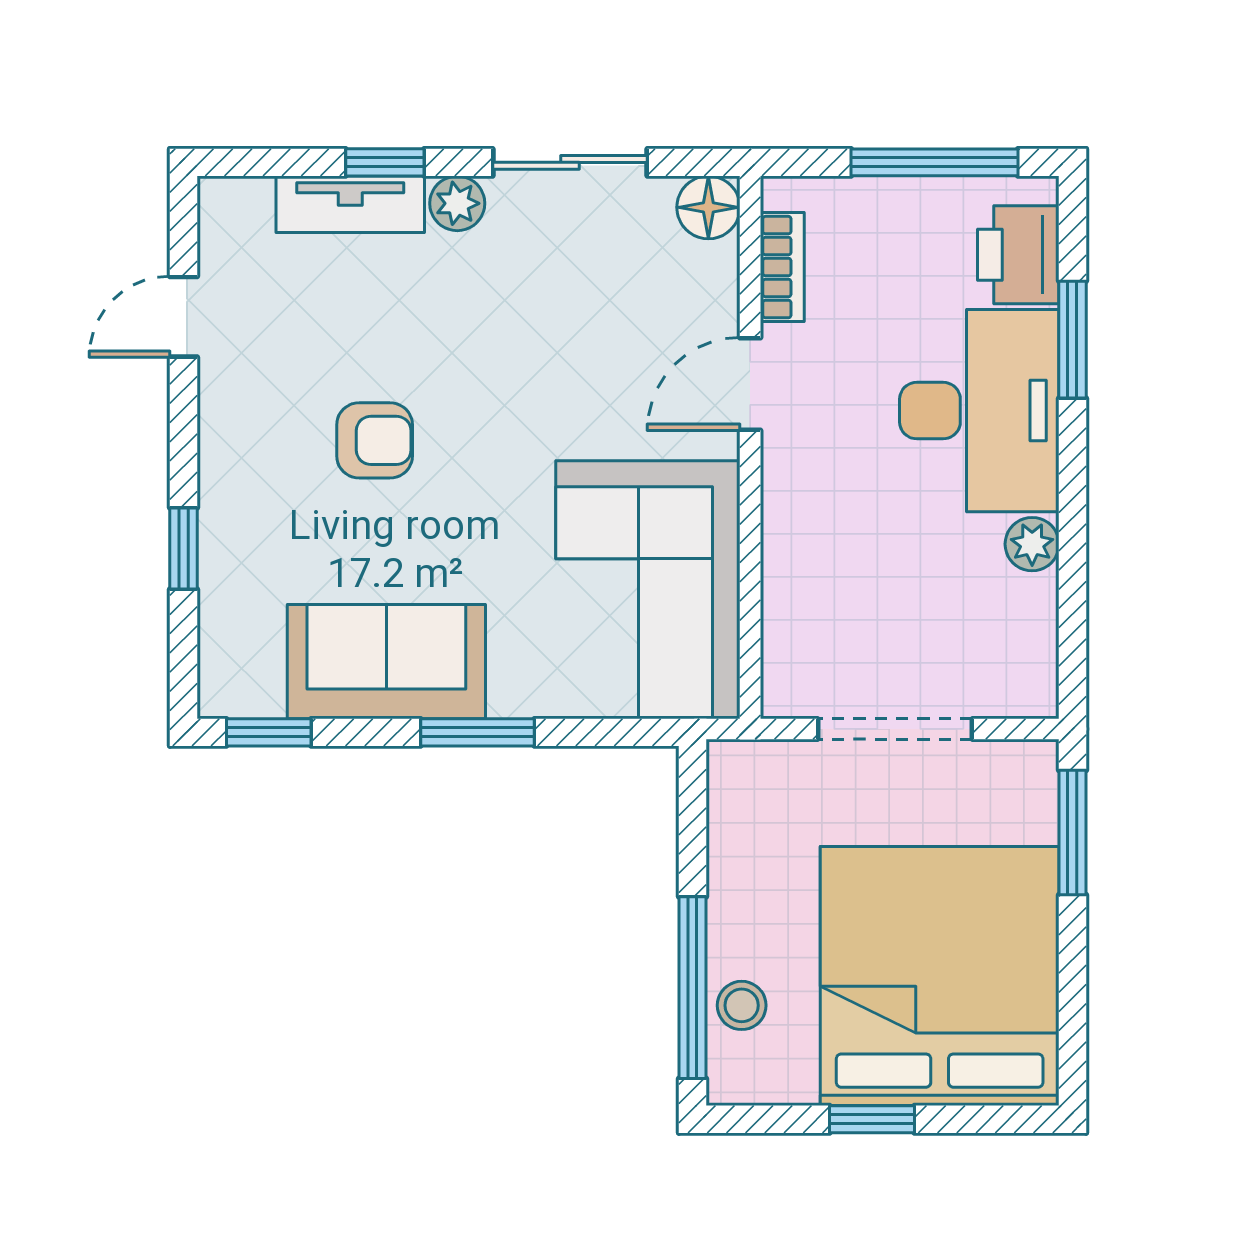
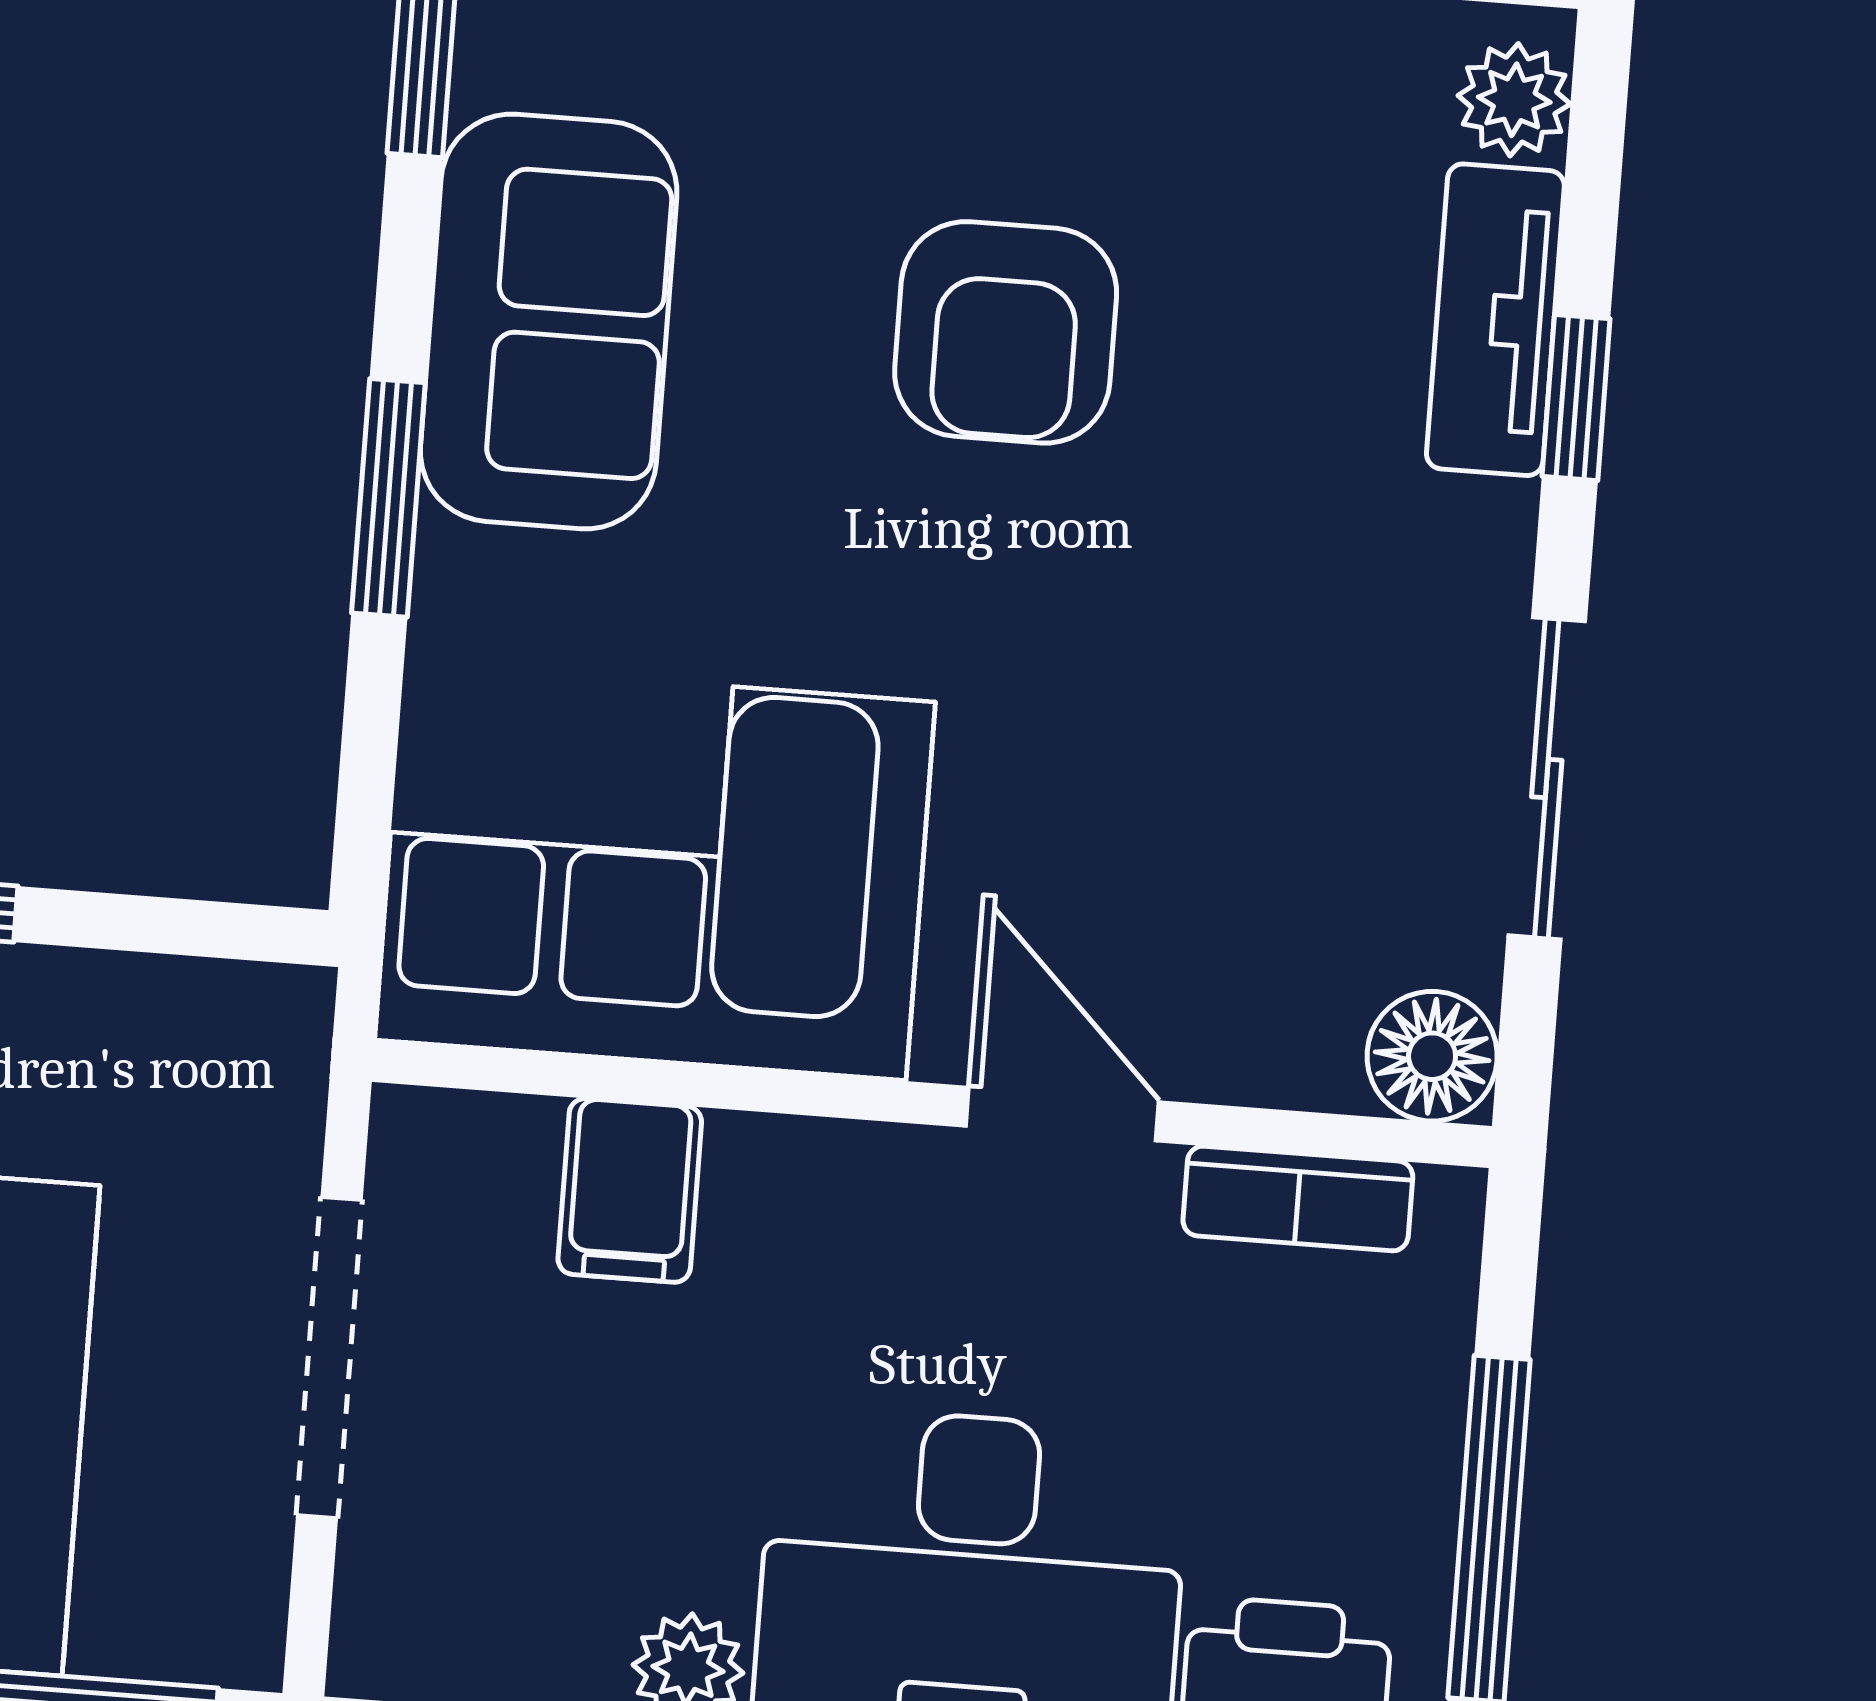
plant: (457, 203) -> (1514, 100), moved
armchair: (375, 440) -> (1006, 332), width x1.38, depth x1.38
filing cabinet: (803, 590) -> (630, 1190), added

